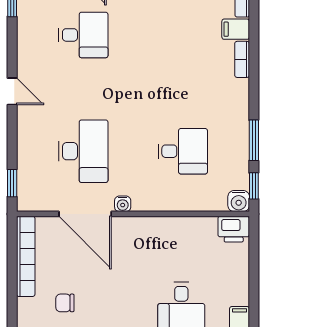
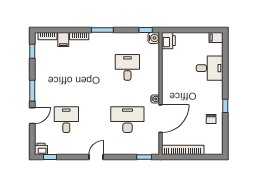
window: (254, 140) -> (102, 30), moved
chair: (65, 303) -> (211, 119), moved

